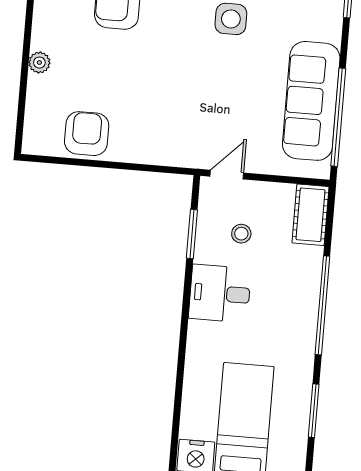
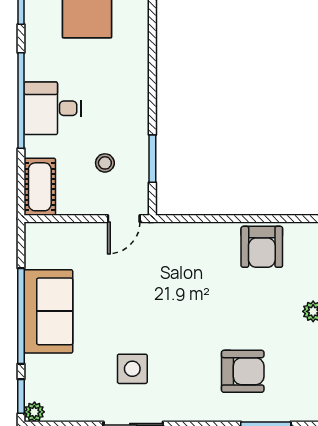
sofa: (311, 101) -> (48, 311), width x0.73
window: (338, 117) -> (21, 316), moved
desk: (220, 293) -> (53, 108), moved, turned 180

